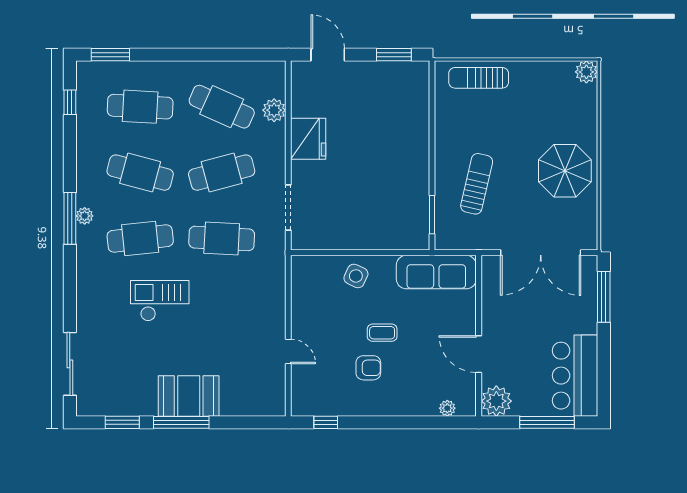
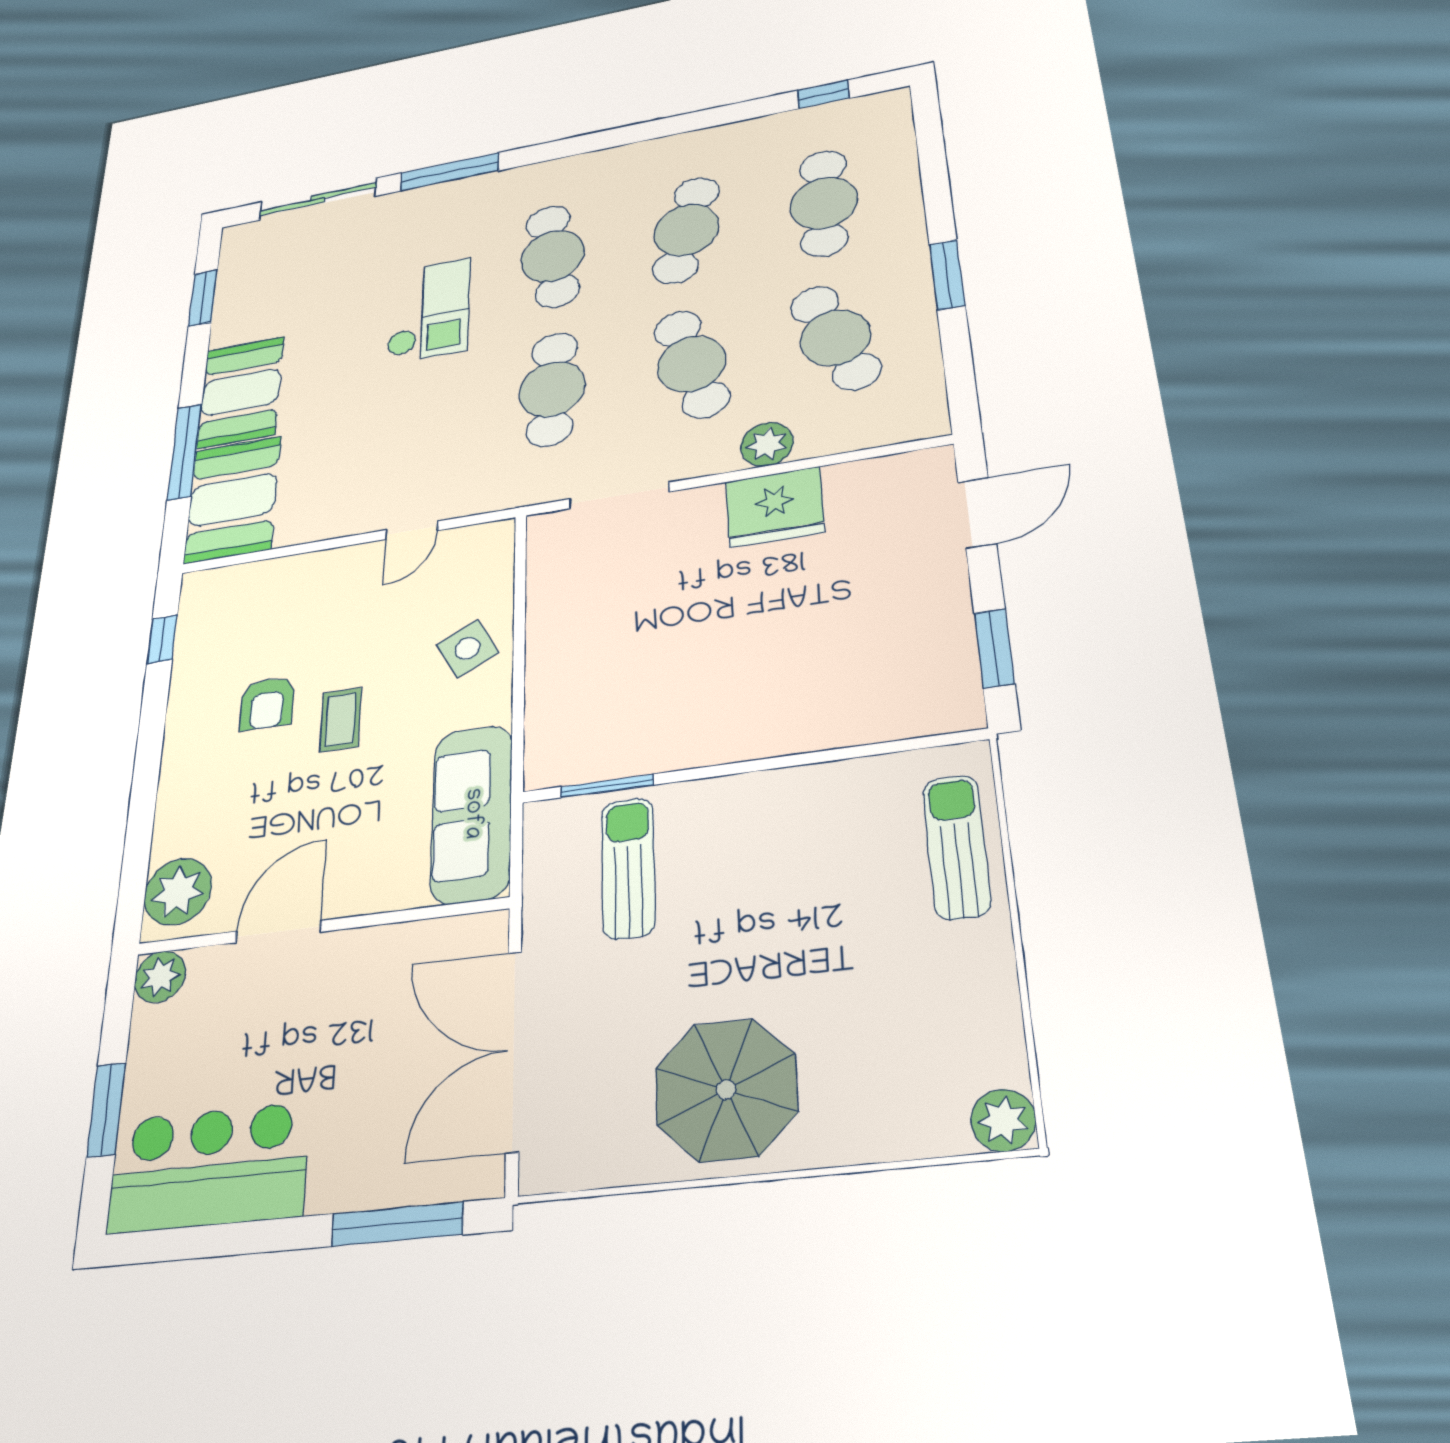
window: (110, 55) -> (947, 275), moved
cafe table: (222, 107) -> (835, 338), turned -45
plant: (274, 110) -> (767, 444), moved
sun lounger: (477, 184) -> (628, 868), moved, turned -103
plant: (85, 216) -> (597, 163), removed
window: (70, 218) -> (450, 172), moved
side table: (356, 276) -> (467, 649), turned 37
door: (288, 351) -> (412, 530), moved
booth: (253, 394) -> (233, 500), added
plant: (496, 401) -> (160, 977), width x0.73, depth x0.73
plant: (447, 408) -> (178, 892), width x1.88, depth x1.88
window: (181, 422) -> (185, 452), moved
window: (547, 422) -> (106, 1110), width x0.69

